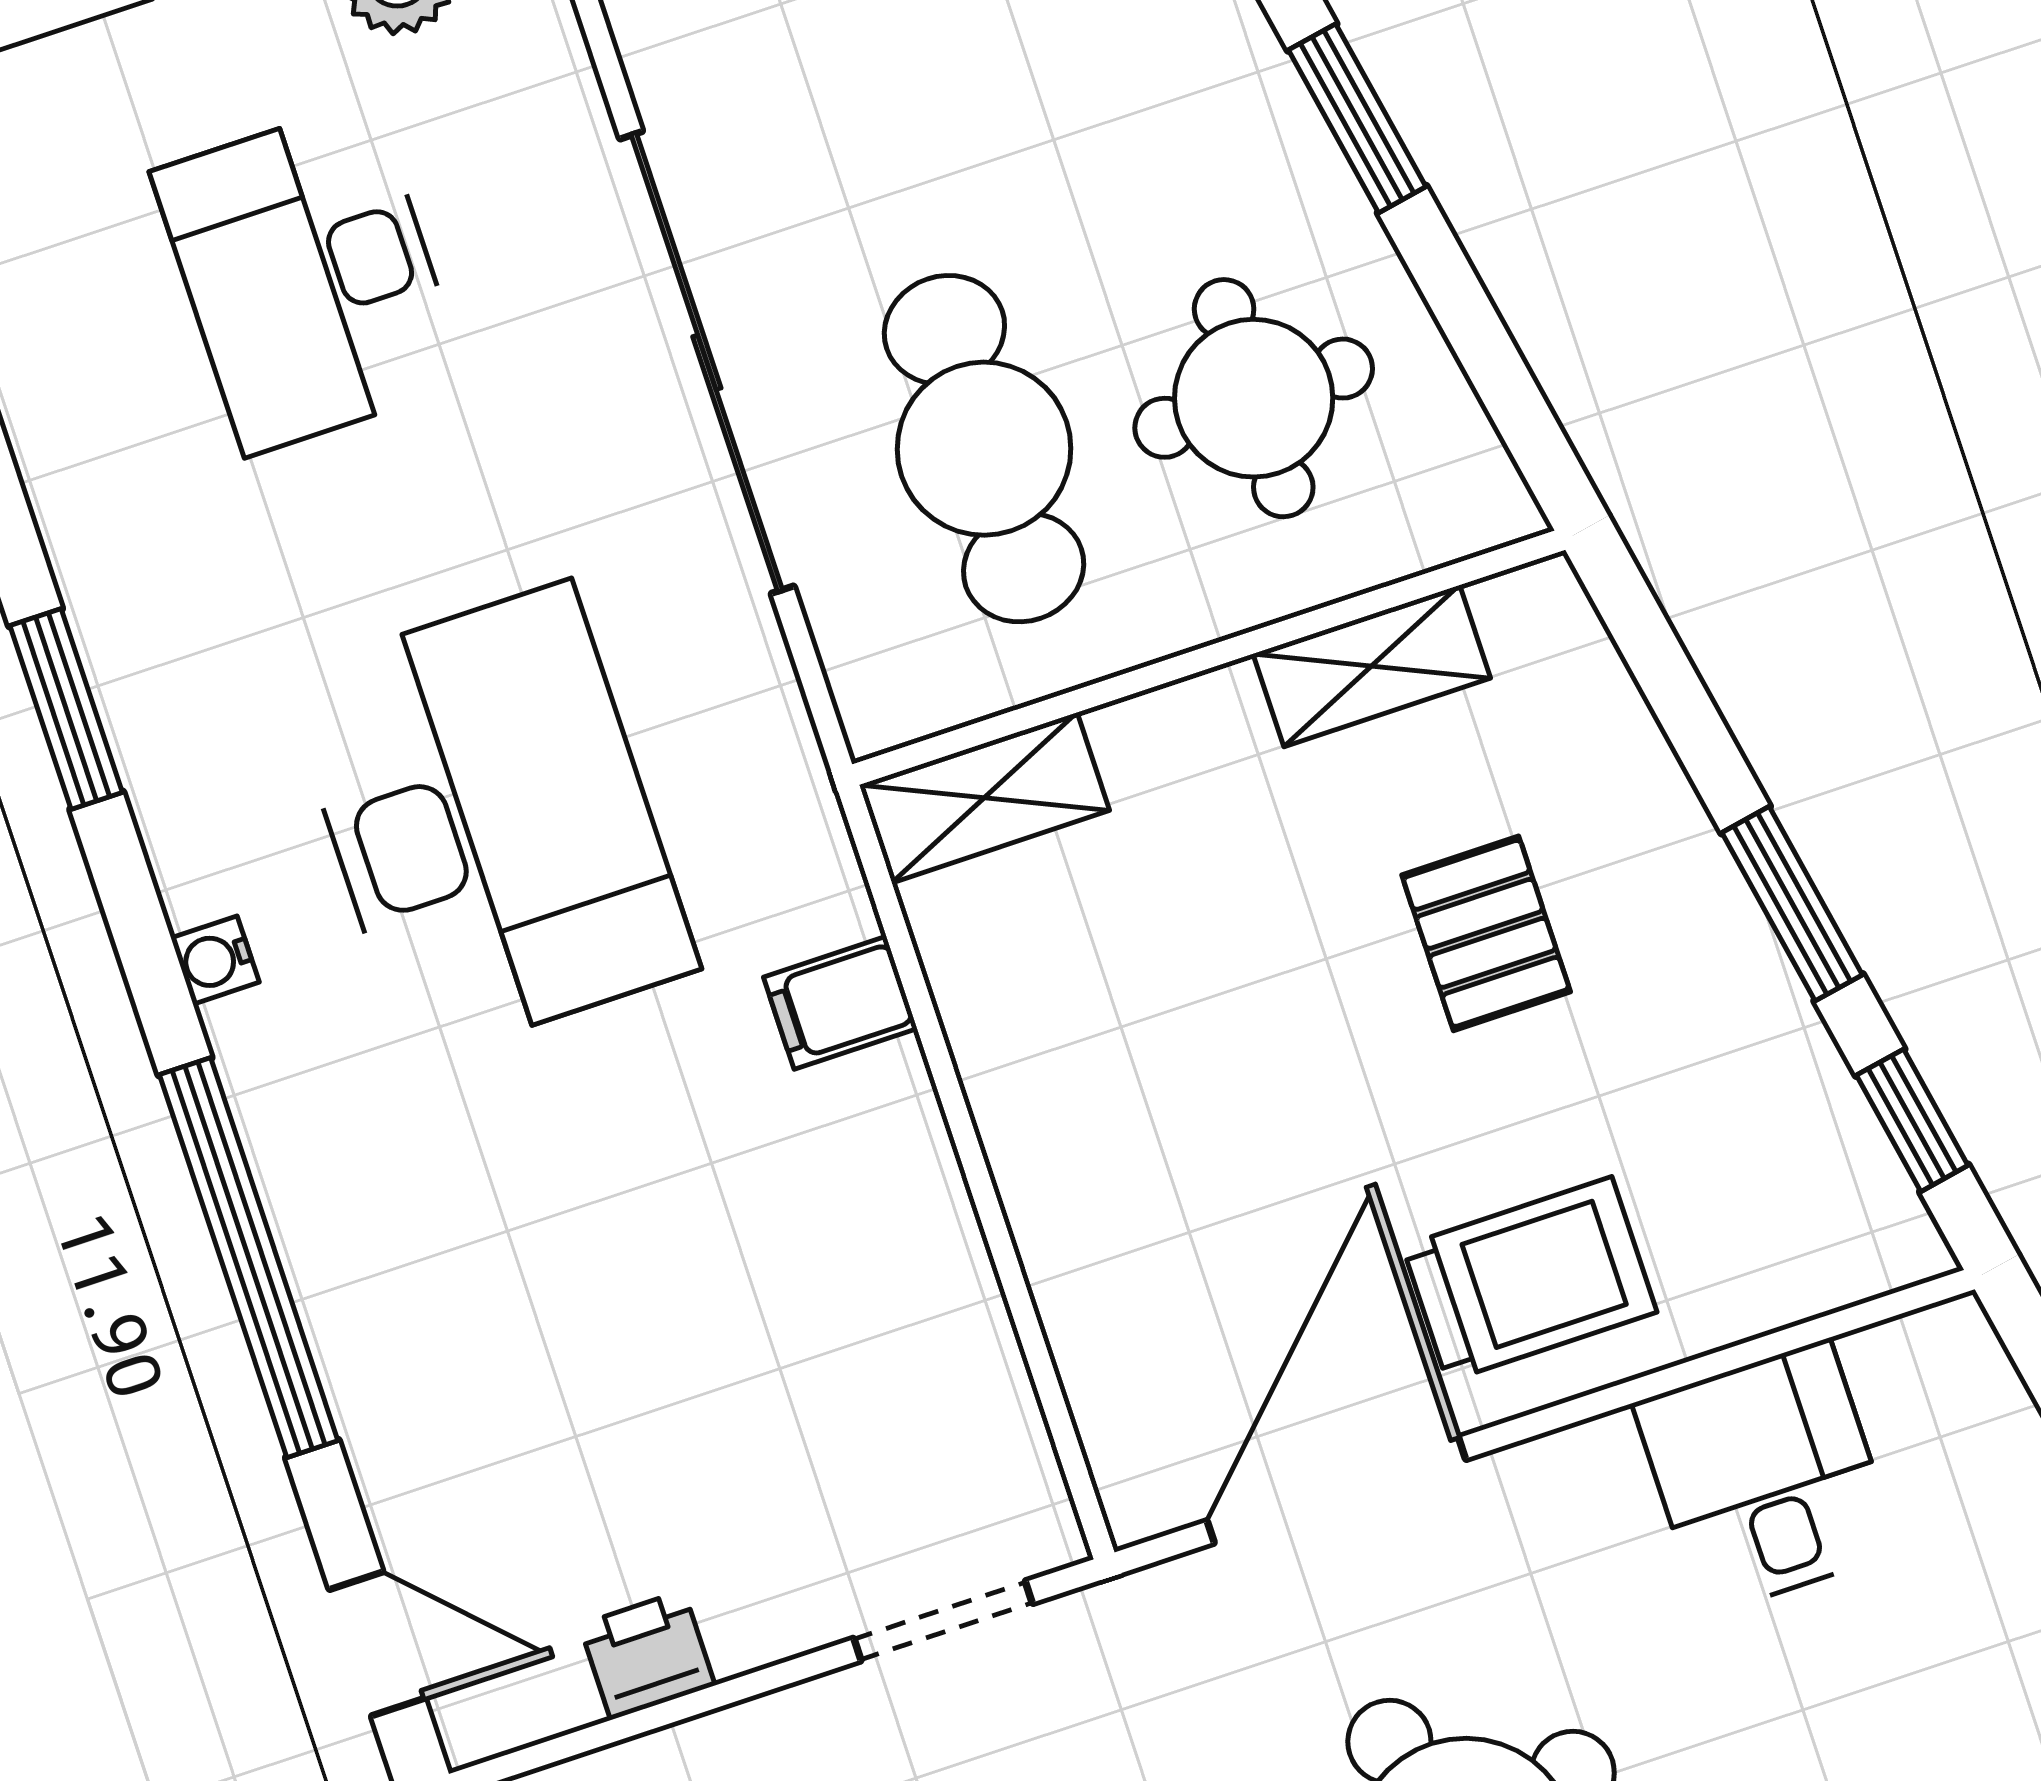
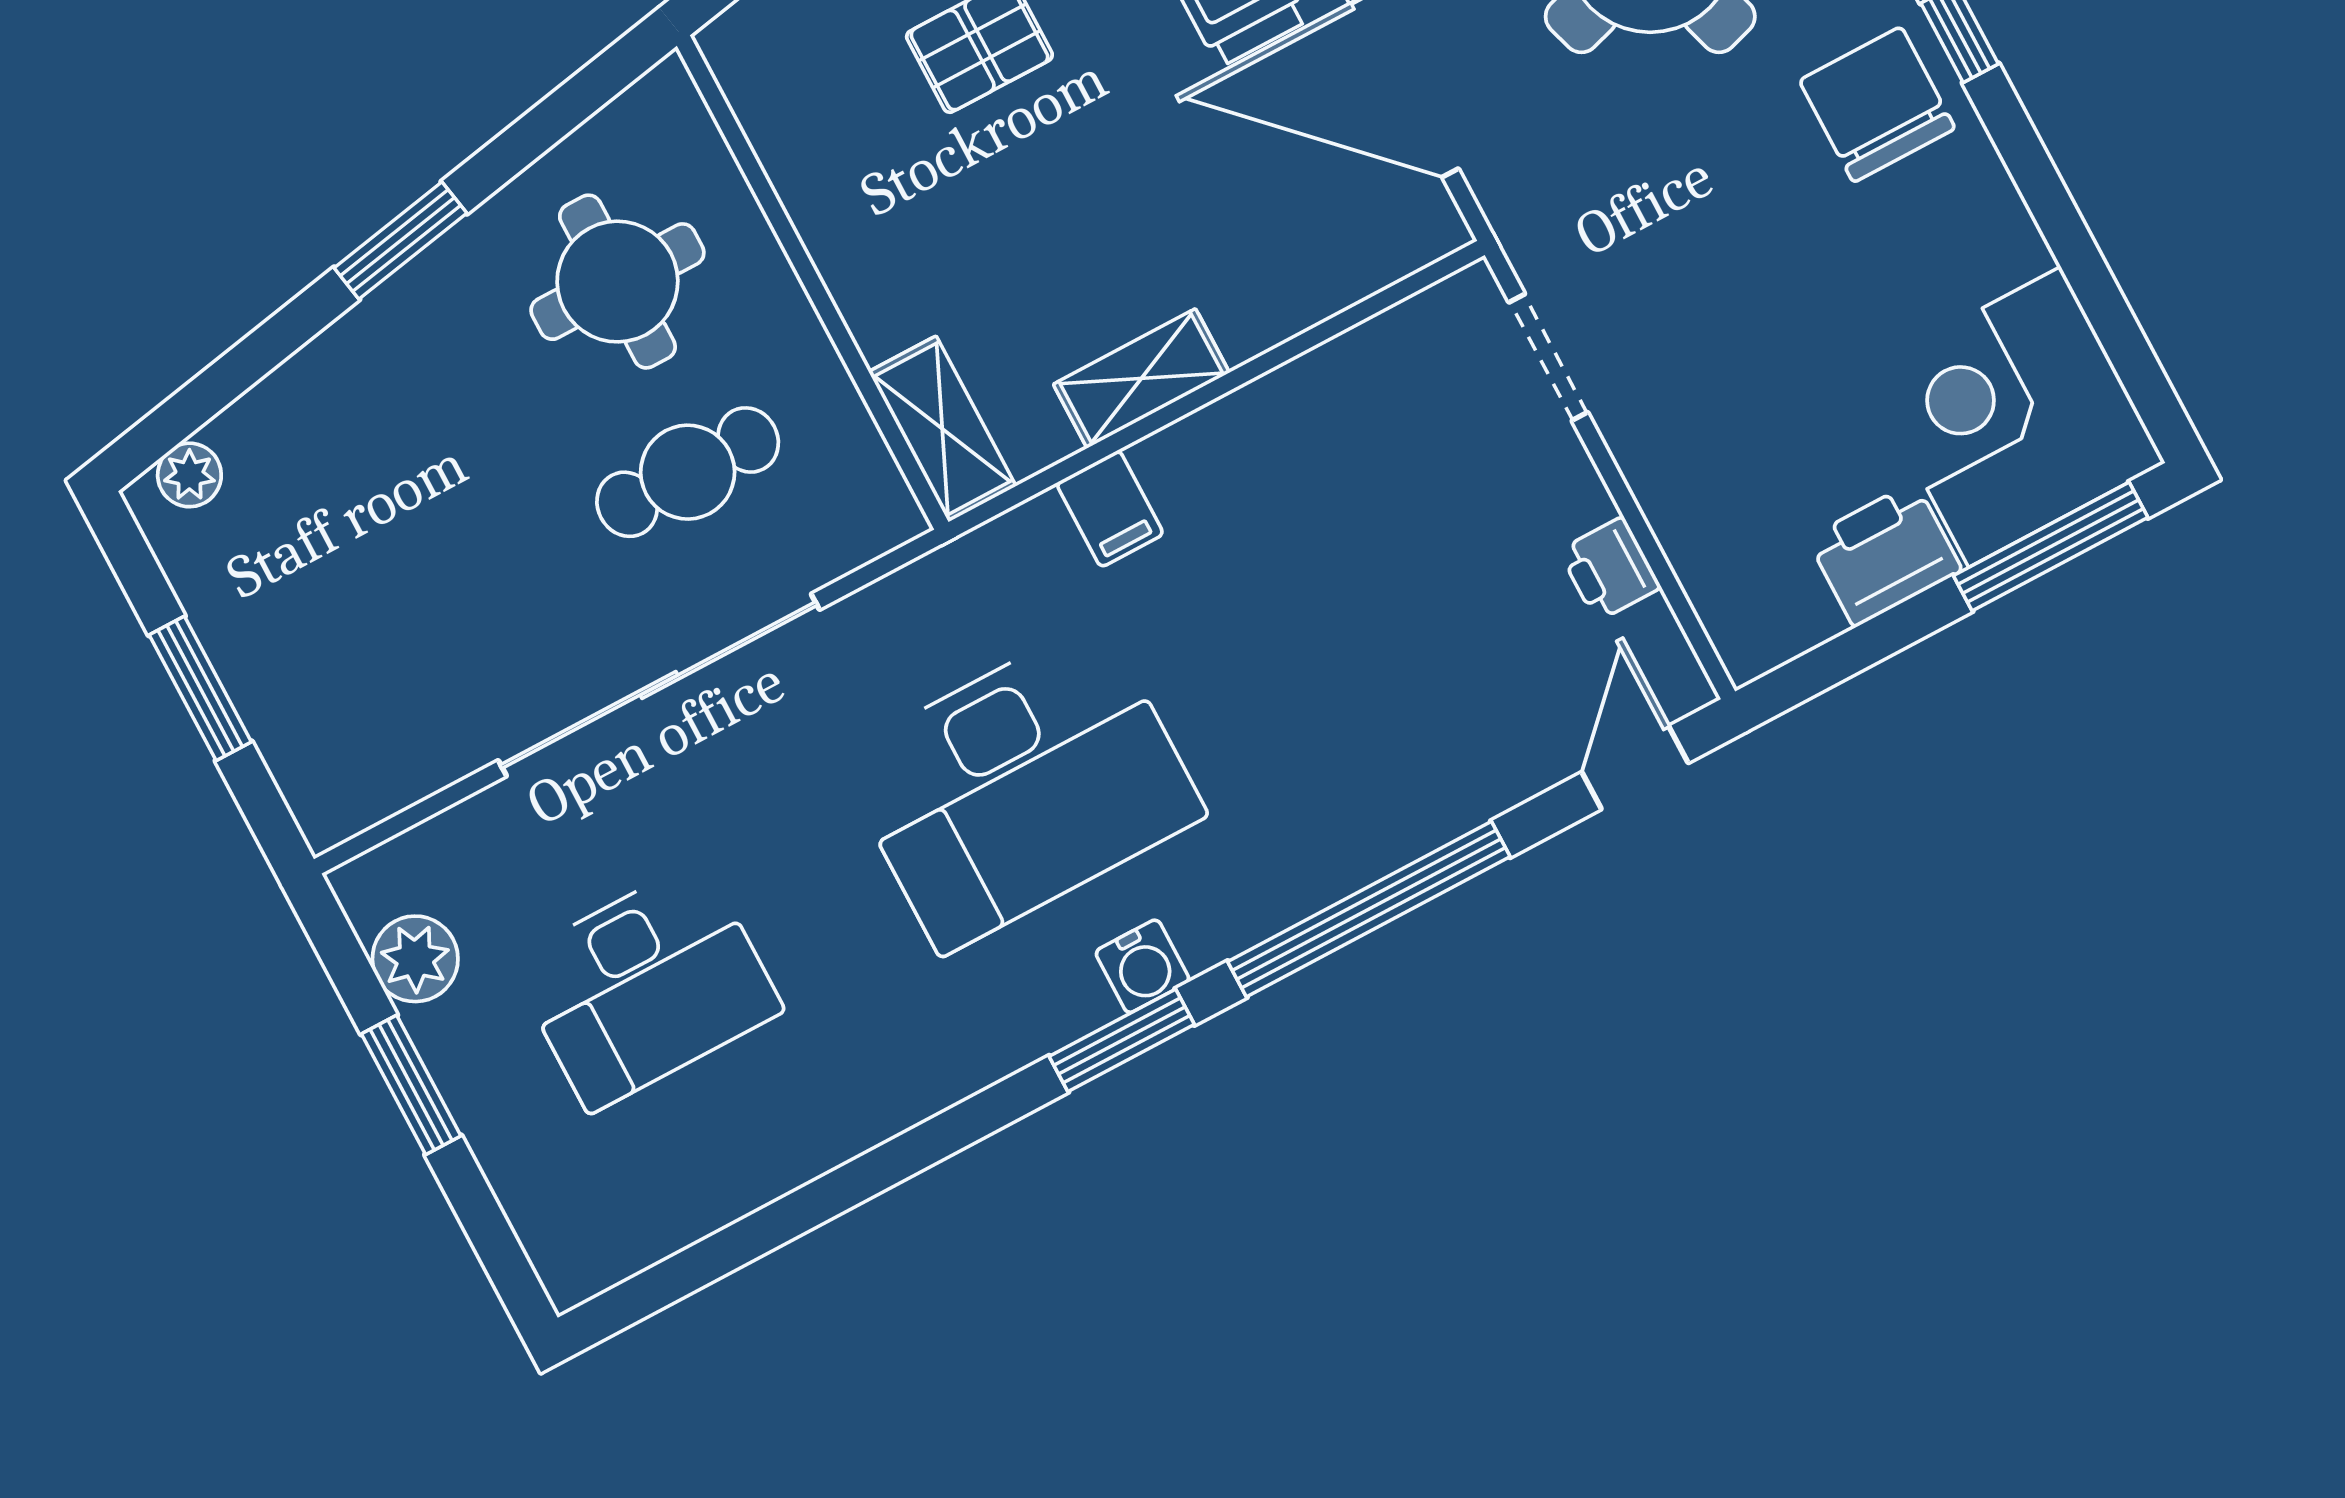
cafe table: (984, 449) -> (688, 472), width x0.73, depth x0.74
shelving: (1372, 666) -> (1141, 378), moved, turned 90
window: (66, 709) -> (1122, 1040), moved
desk: (490, 822) -> (1021, 786), turned 180
water cooler: (215, 960) -> (1142, 966), width x1.38, depth x1.38

